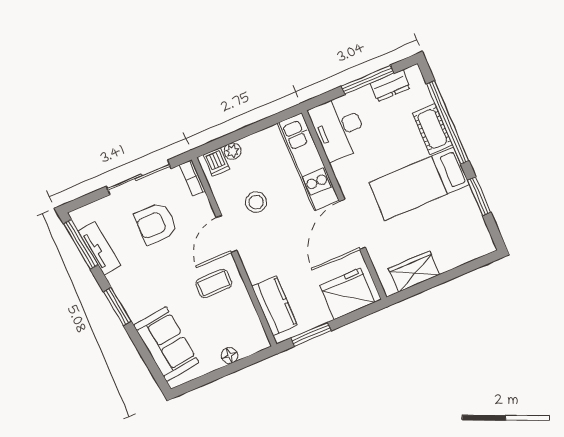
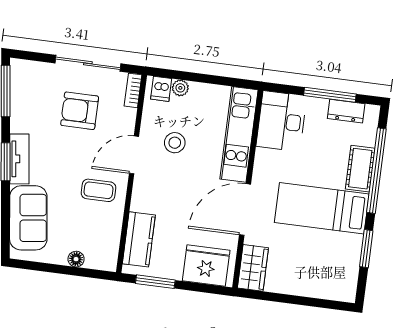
tv unit: (99, 248) -> (19, 159), moved
wardrobe: (414, 271) -> (253, 268), moved, turned 90

